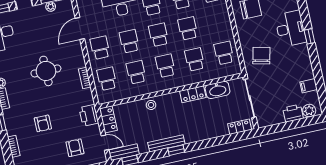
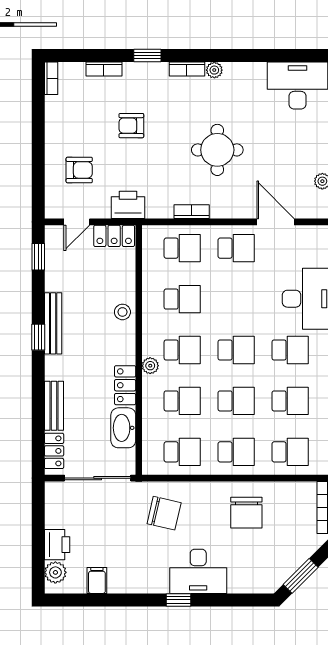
school desk: (129, 41) -> (236, 452), moved
plant: (178, 82) -> (150, 366), added
bench: (124, 152) -> (54, 406), moved

